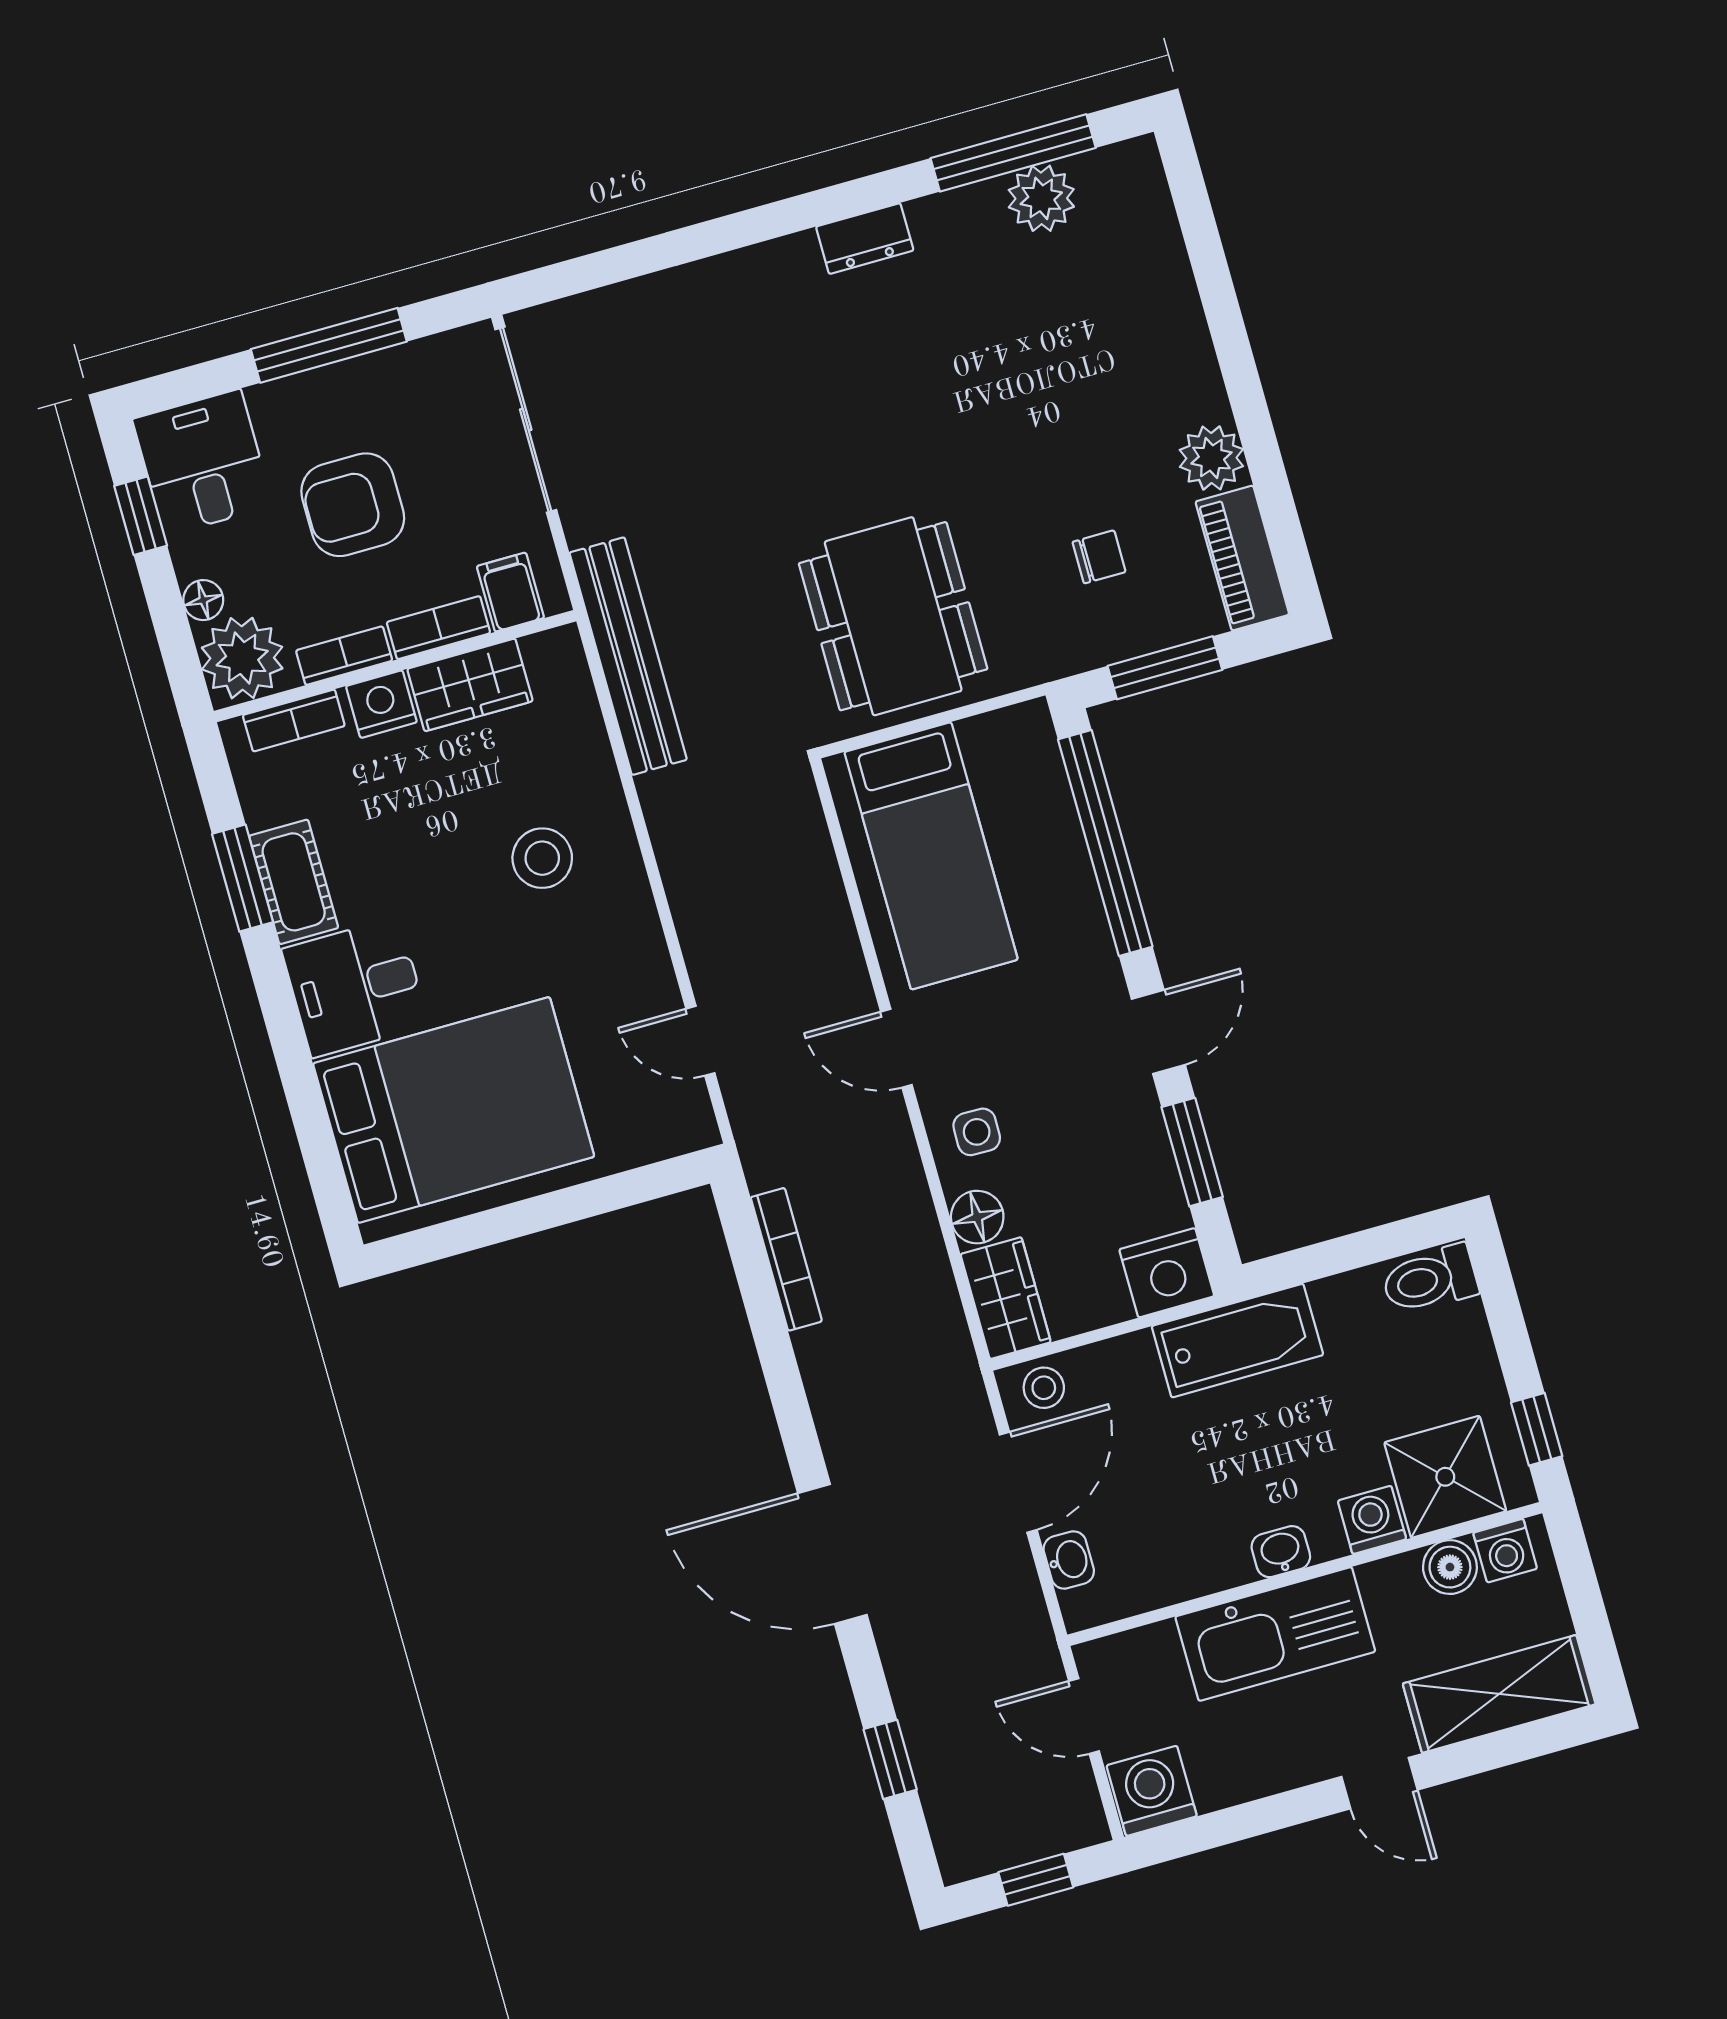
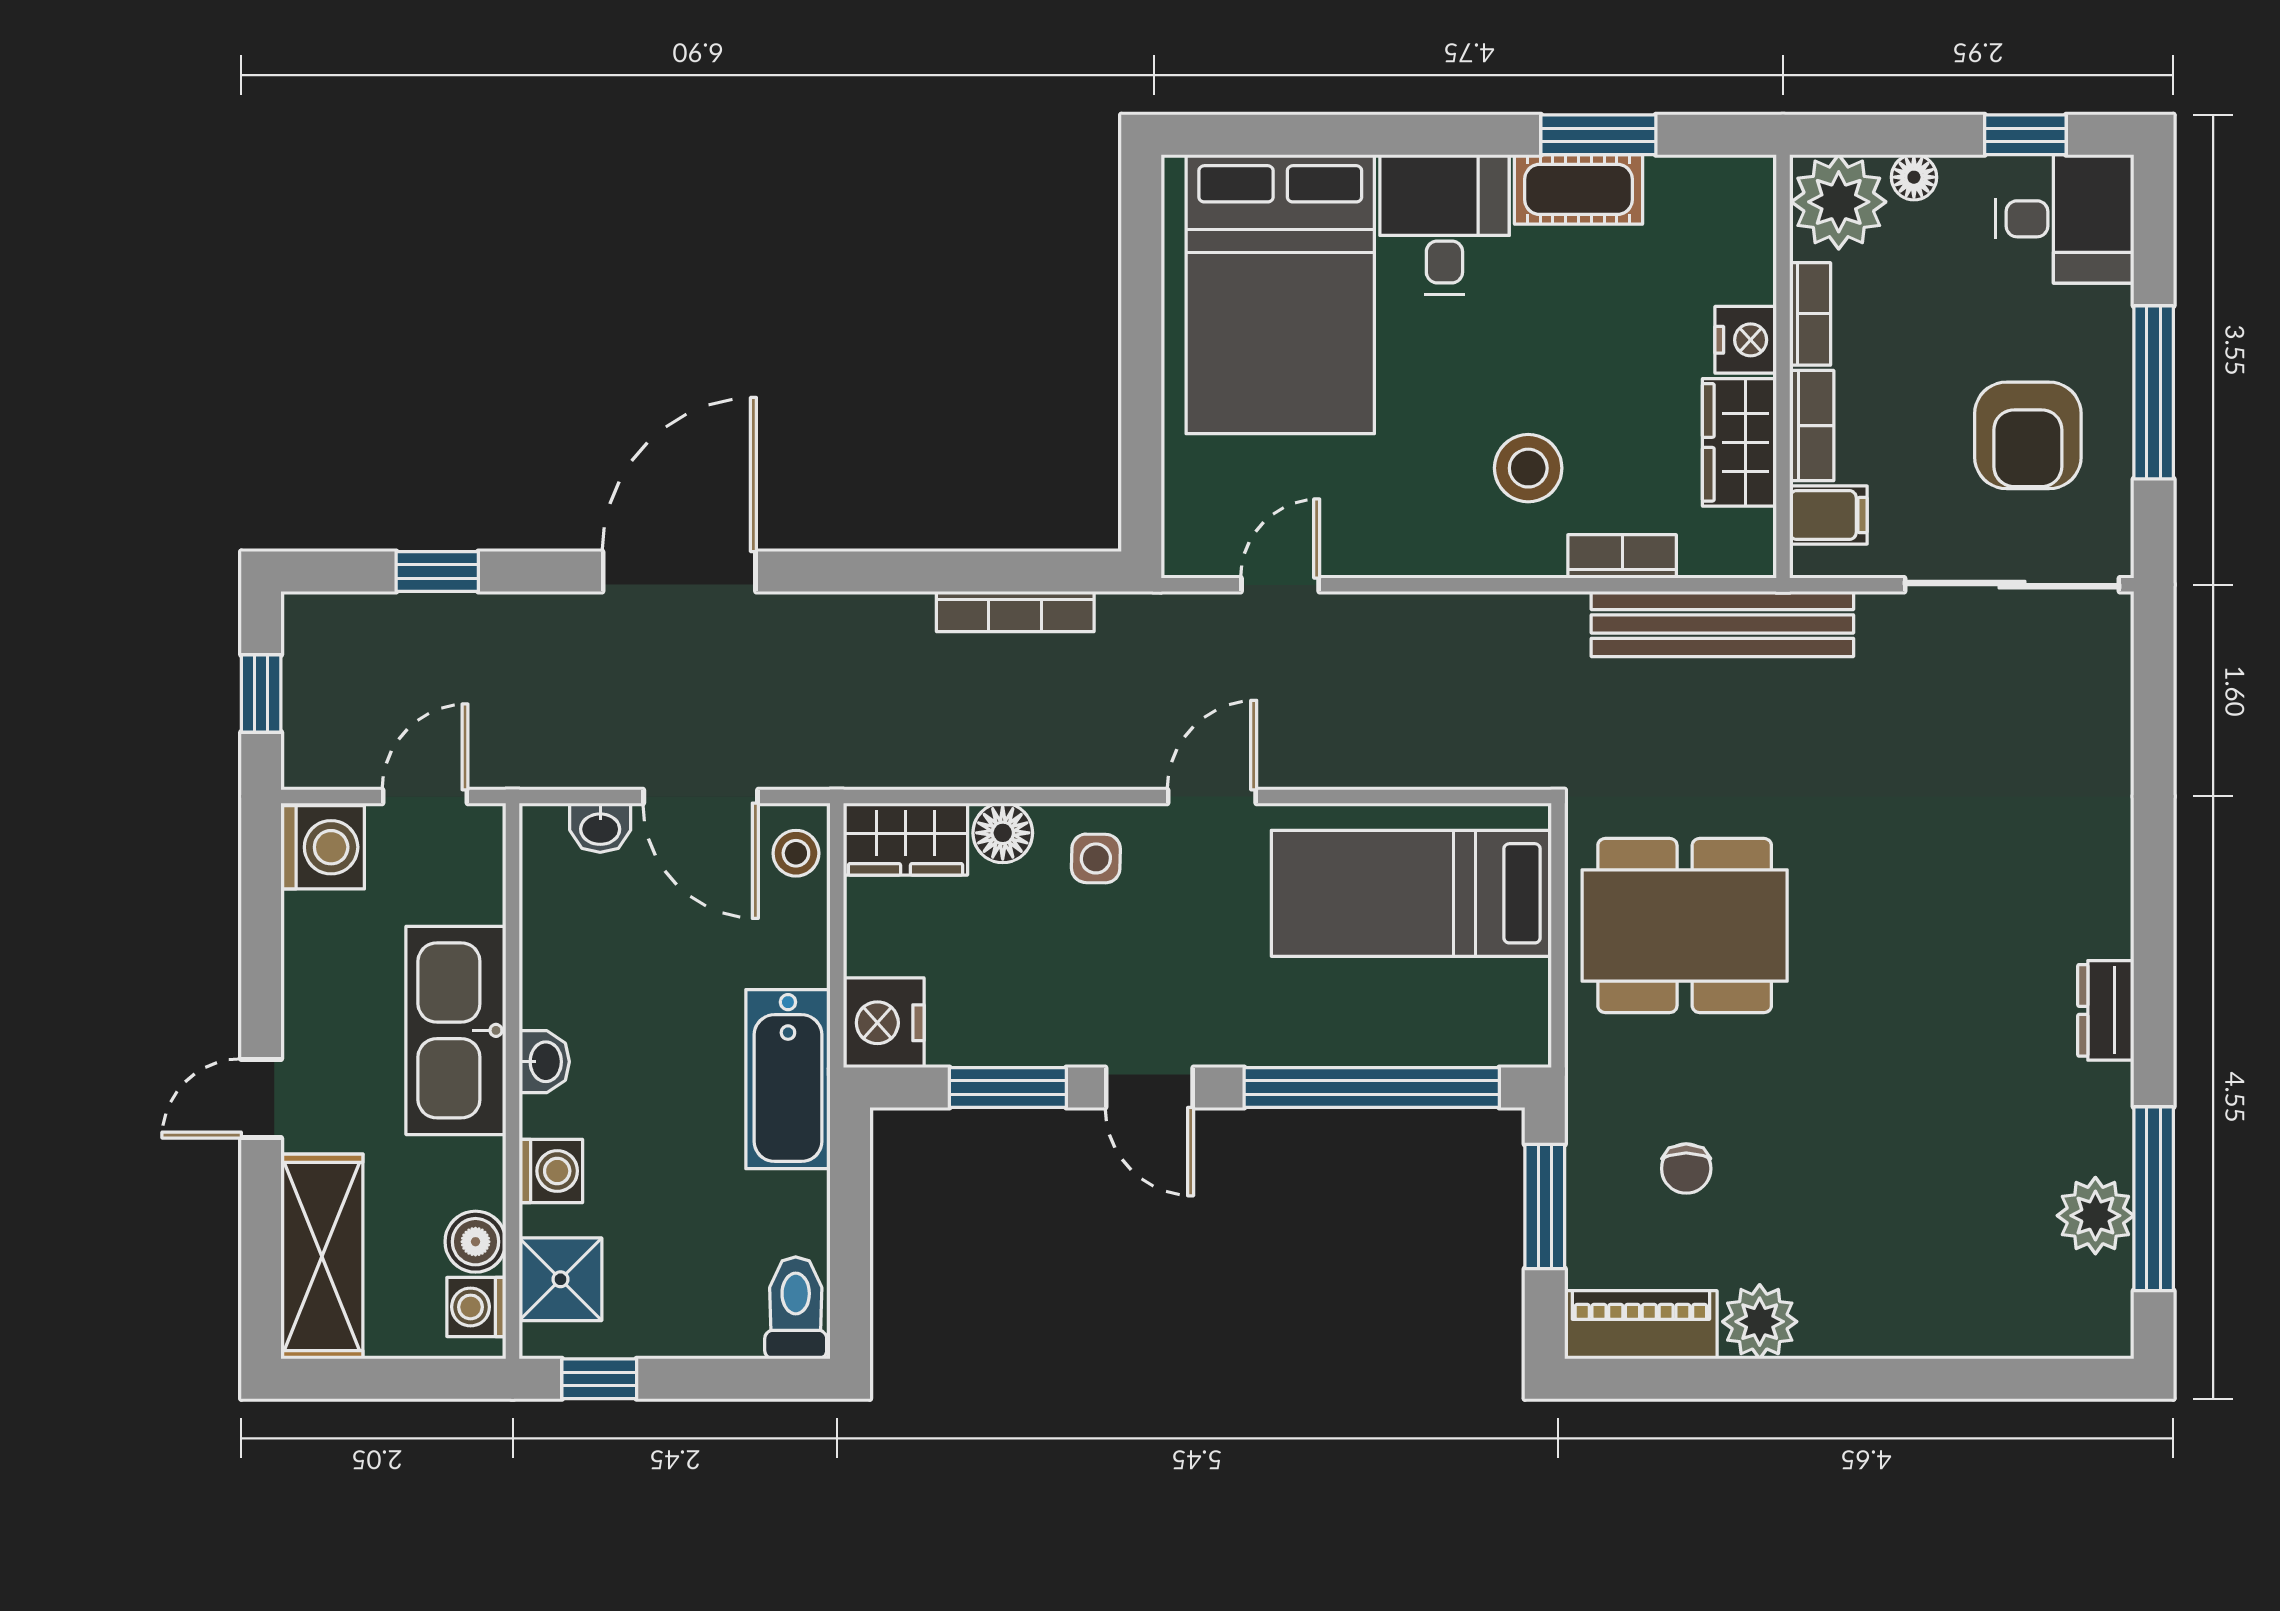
armchair: (353, 505) -> (2028, 435), moved, turned 180
bookcase: (294, 720) -> (1622, 556), moved, turned 90
shower: (1445, 1477) -> (560, 1279), width x0.73, depth x0.73

